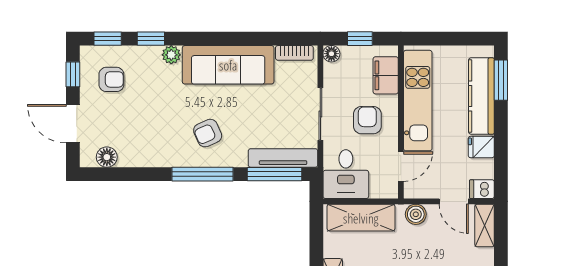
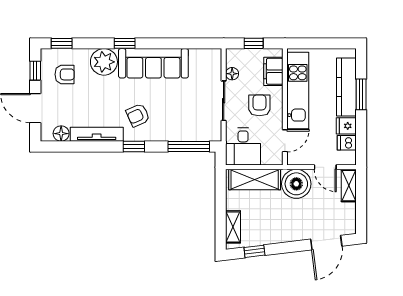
window: (151, 39) -> (125, 43), moved
bookcase: (294, 53) -> (204, 54), removed
floor lamp: (331, 54) -> (232, 74), moved
plant: (171, 55) -> (104, 62), width x1.88, depth x1.88
window: (501, 80) -> (361, 94), moved
tv unit: (283, 158) -> (97, 134), moved
window: (203, 174) -> (134, 146), width x0.46
dishwasher: (482, 189) -> (347, 143), moved
boiler: (416, 214) -> (296, 184), width x1.86, depth x1.86

